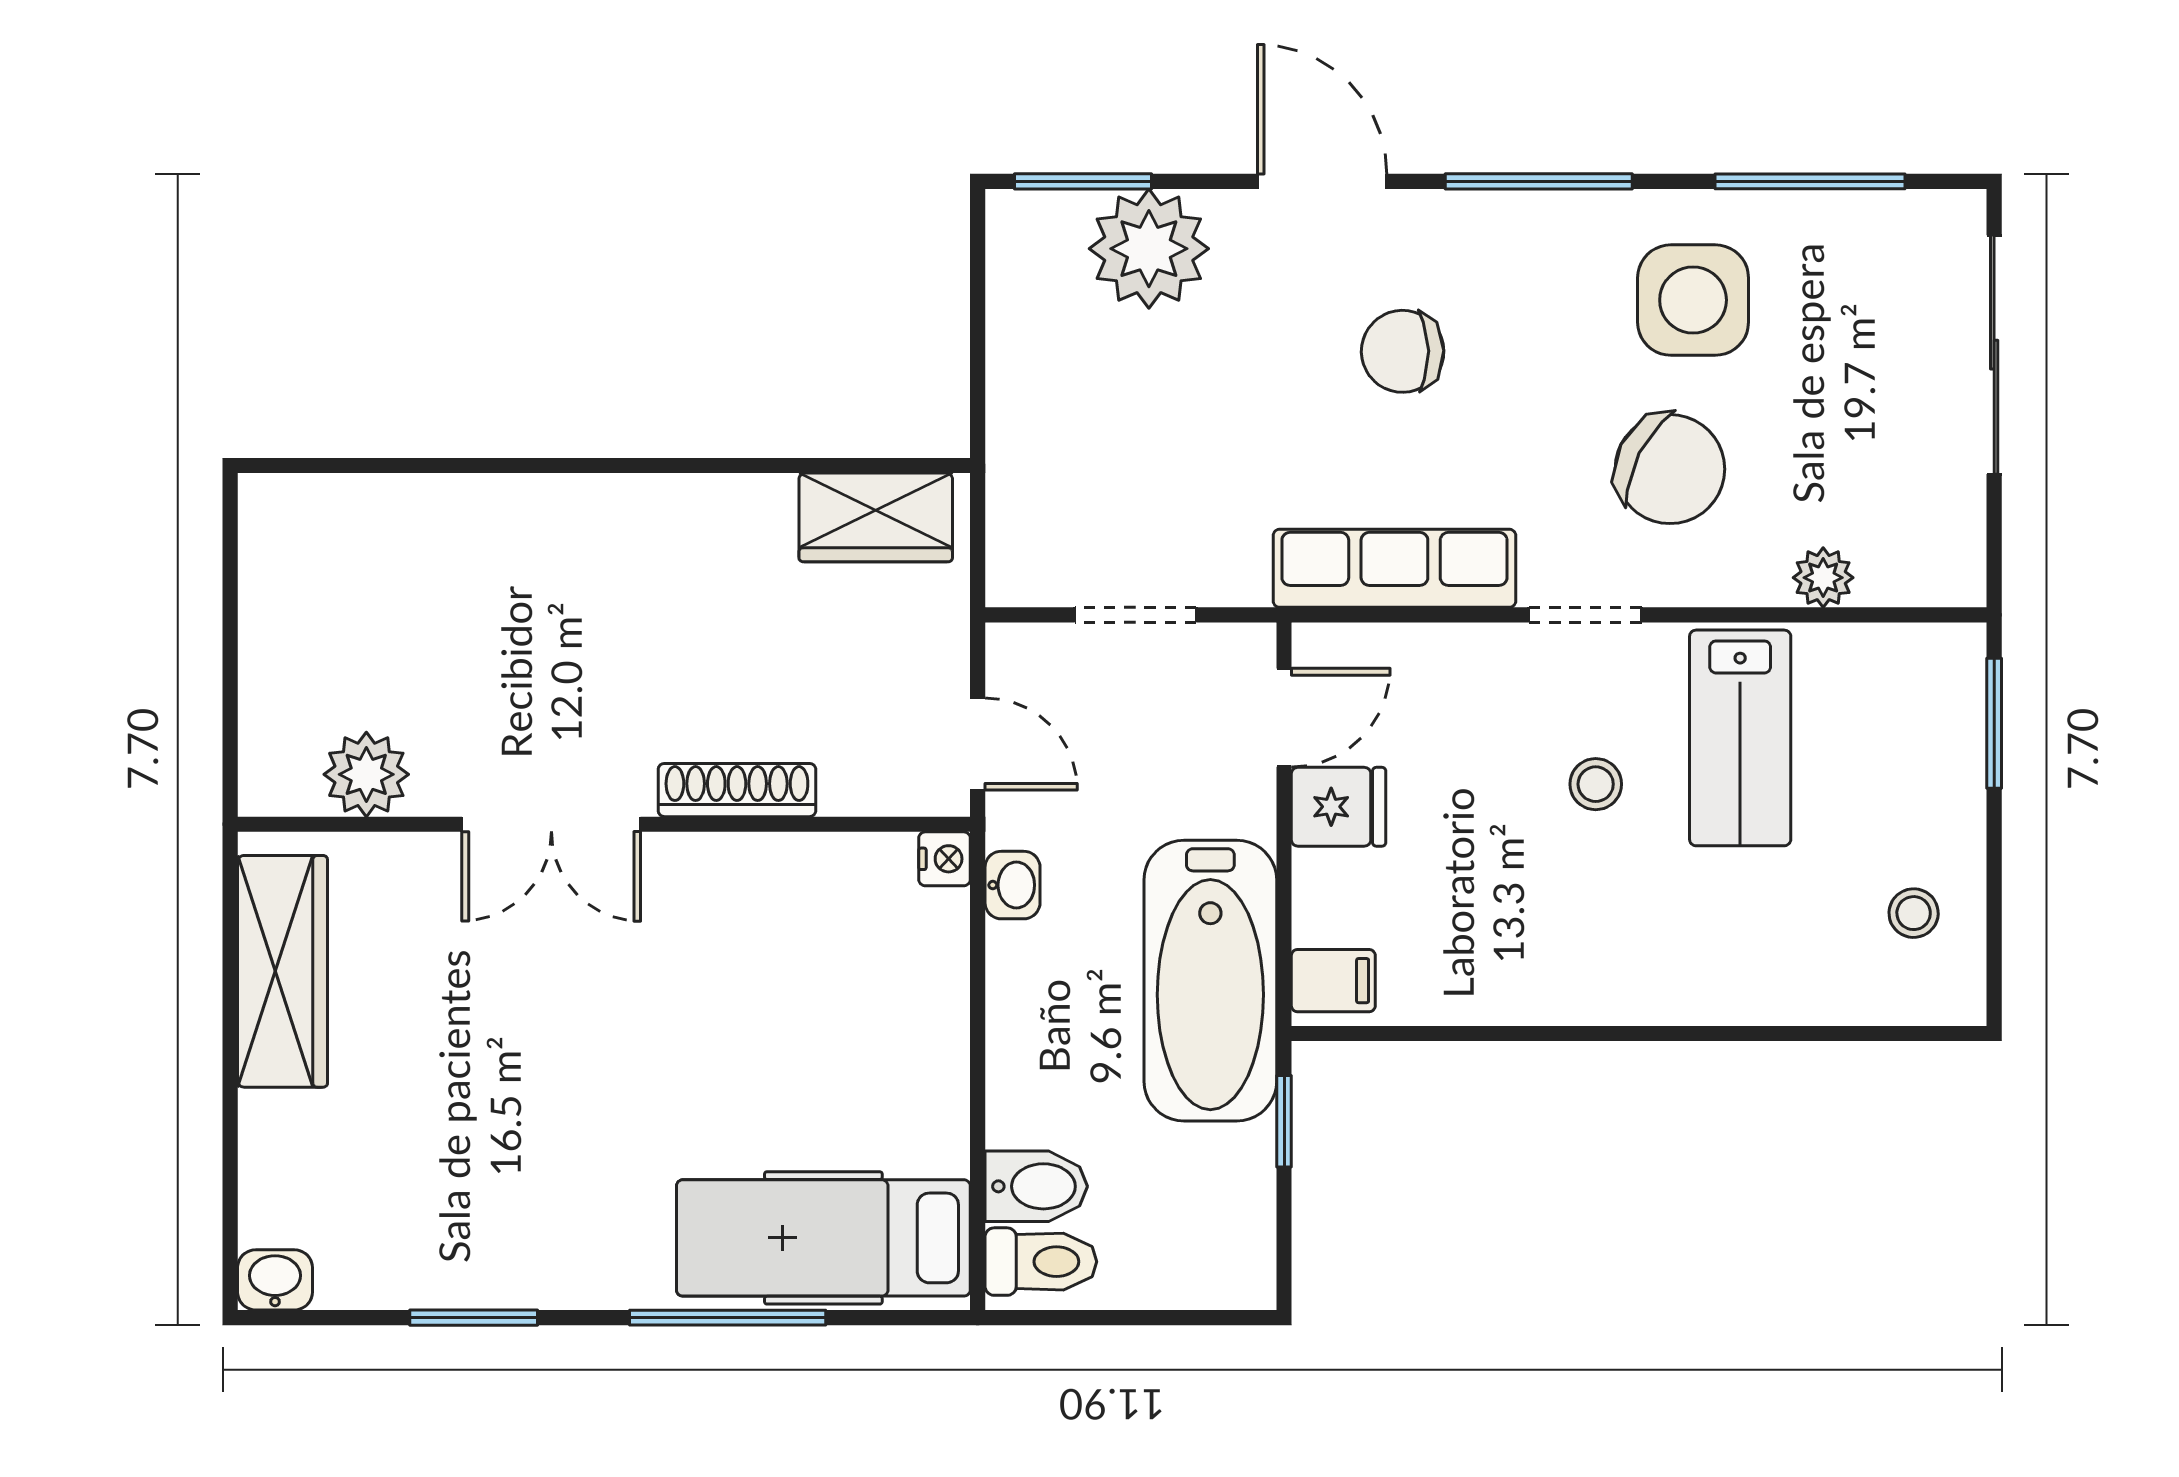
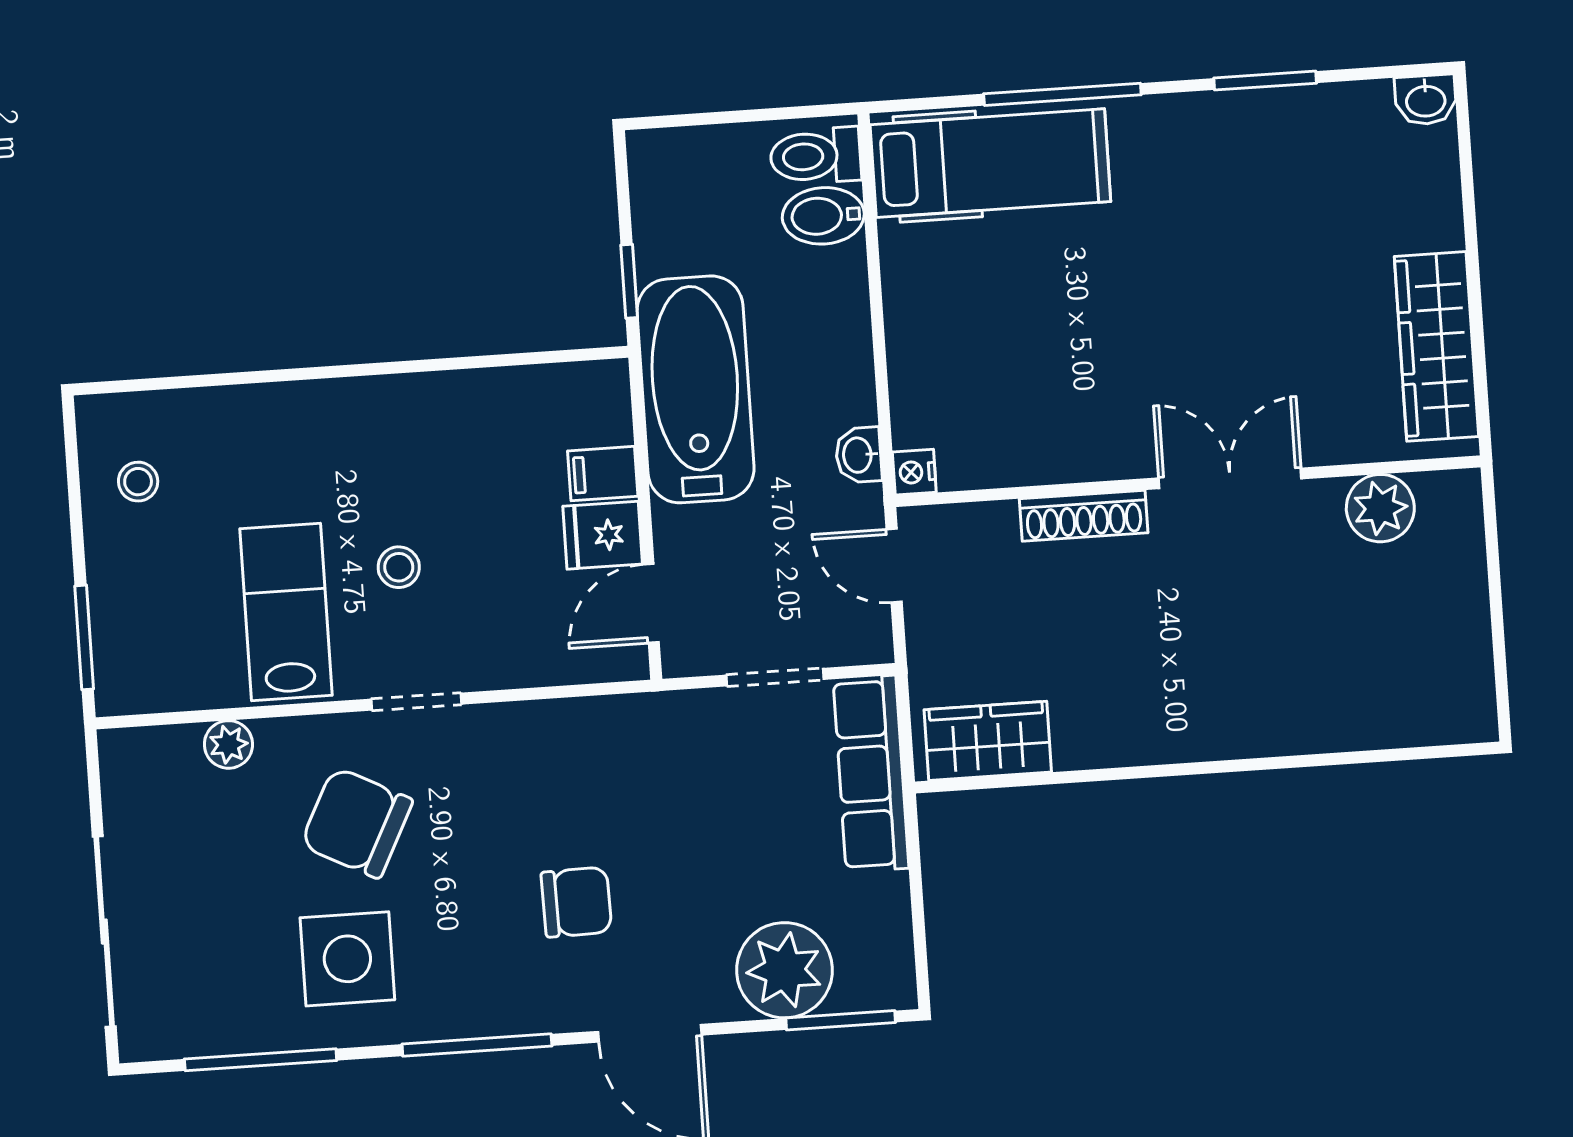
row of seats: (1394, 568) -> (871, 774), moved, turned 90
filing cabinet: (1333, 981) -> (603, 474), moved

